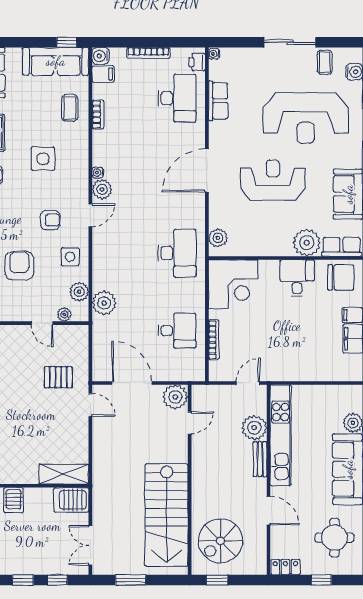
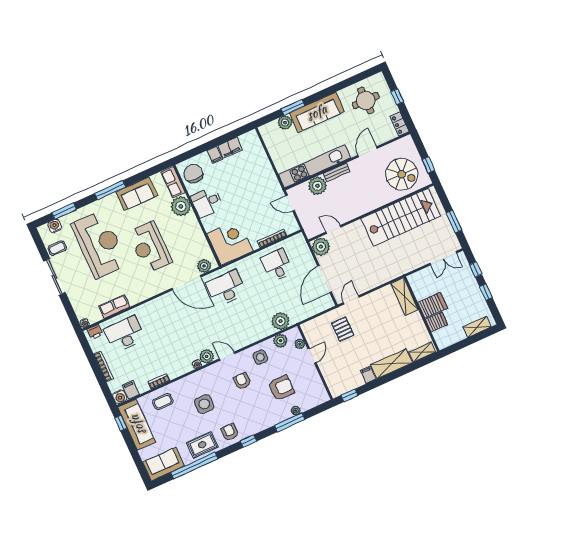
door: (207, 170) -> (186, 283), moved
armchair: (19, 266) -> (281, 388), turned 180
server rack: (71, 500) -> (433, 305), moved, turned -90

